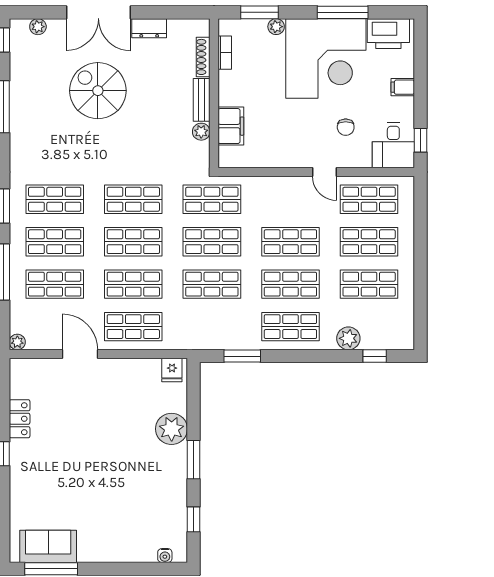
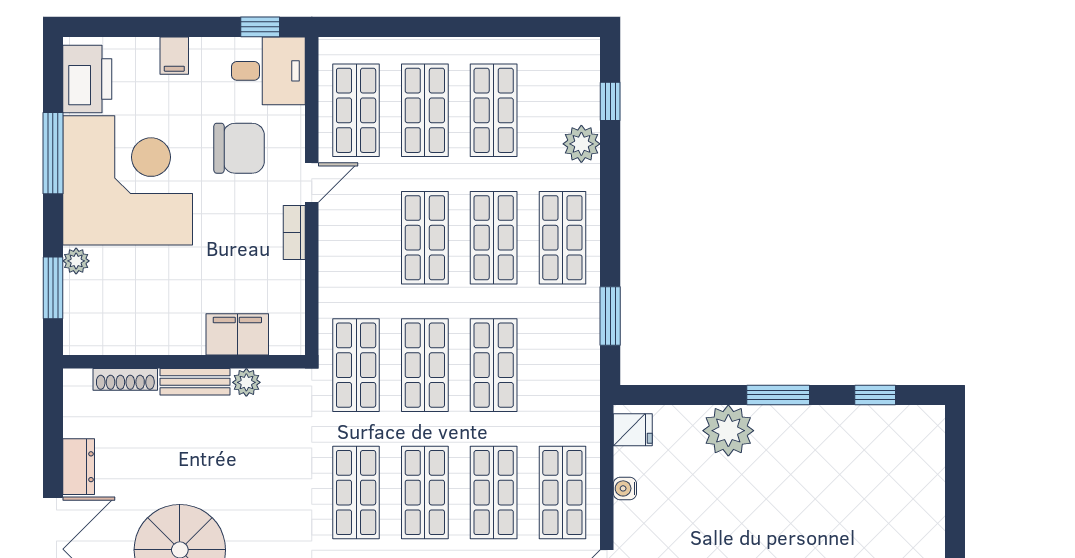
bookcase: (225, 53) -> (294, 233), moved, turned -90
chair: (346, 127) -> (239, 148), width x1.87, depth x1.87
water cooler: (165, 556) -> (625, 488), moved, turned 180

